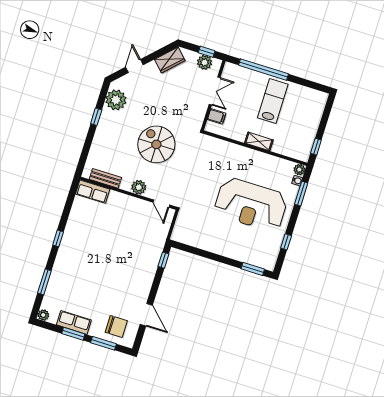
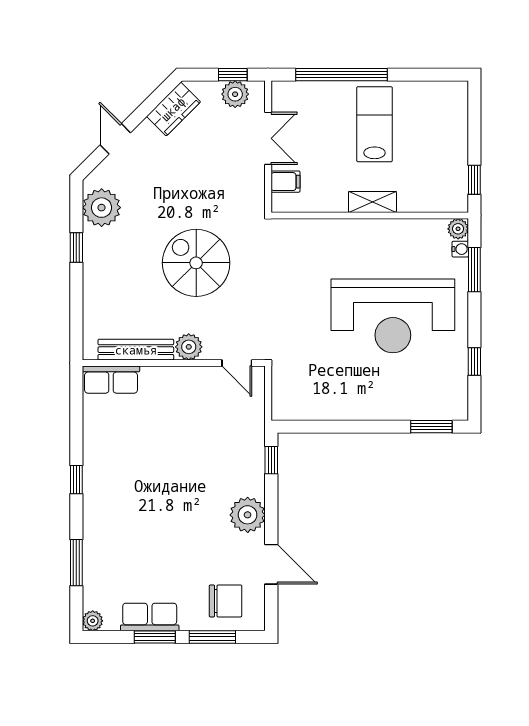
bench: (105, 178) -> (136, 350), width x1.36
plant: (142, 285) -> (248, 515), added

